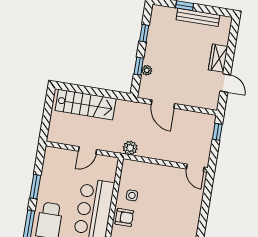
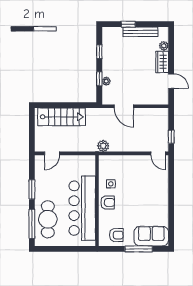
plant: (223, 39) -> (164, 46), added
window: (217, 132) -> (171, 137), moved
door: (87, 150) -> (52, 153), moved

